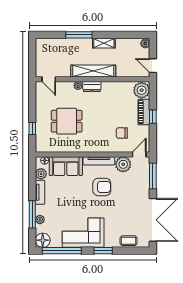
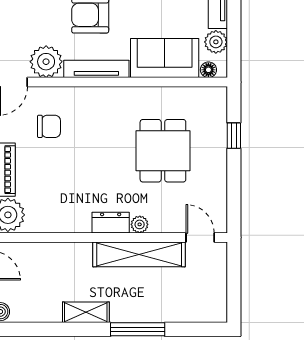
shelving: (93, 71) -> (139, 254), moved
dining table: (67, 121) -> (163, 151), turned 90

